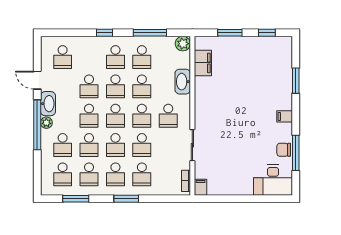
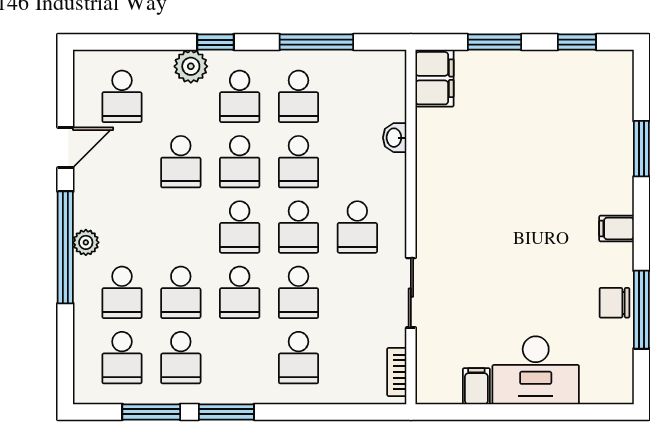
plant: (183, 44) -> (191, 66), moved
filing cabinet: (203, 63) -> (435, 78), moved
door: (37, 80) -> (65, 147), swing flipped
washbasin: (183, 82) -> (395, 138), width x0.52, depth x0.69
washbasin: (48, 104) -> (89, 200), removed
school desk: (89, 116) -> (181, 227), removed
school desk: (115, 174) -> (240, 358), removed
desk: (273, 180) -> (536, 370), moved
filing cabinet: (200, 187) -> (476, 386), moved
window: (126, 199) -> (226, 412), moved

